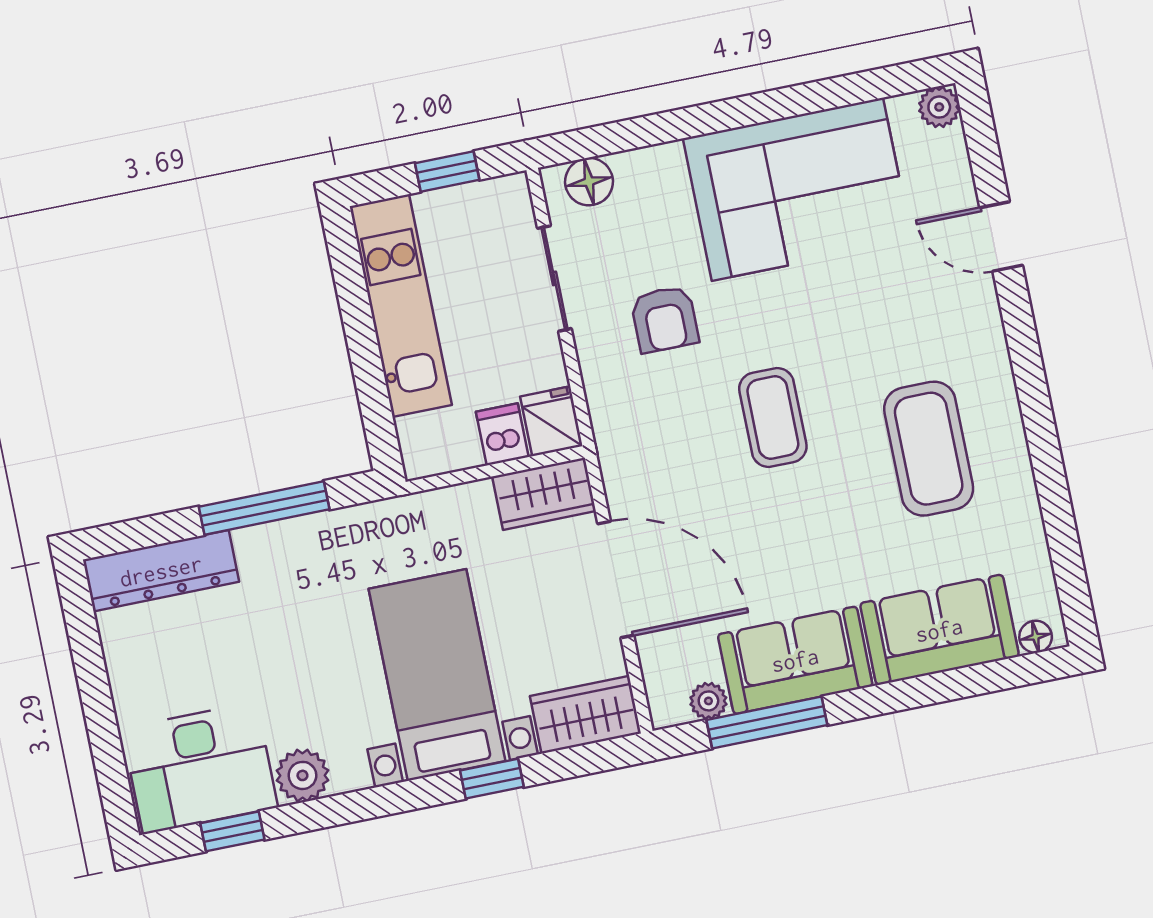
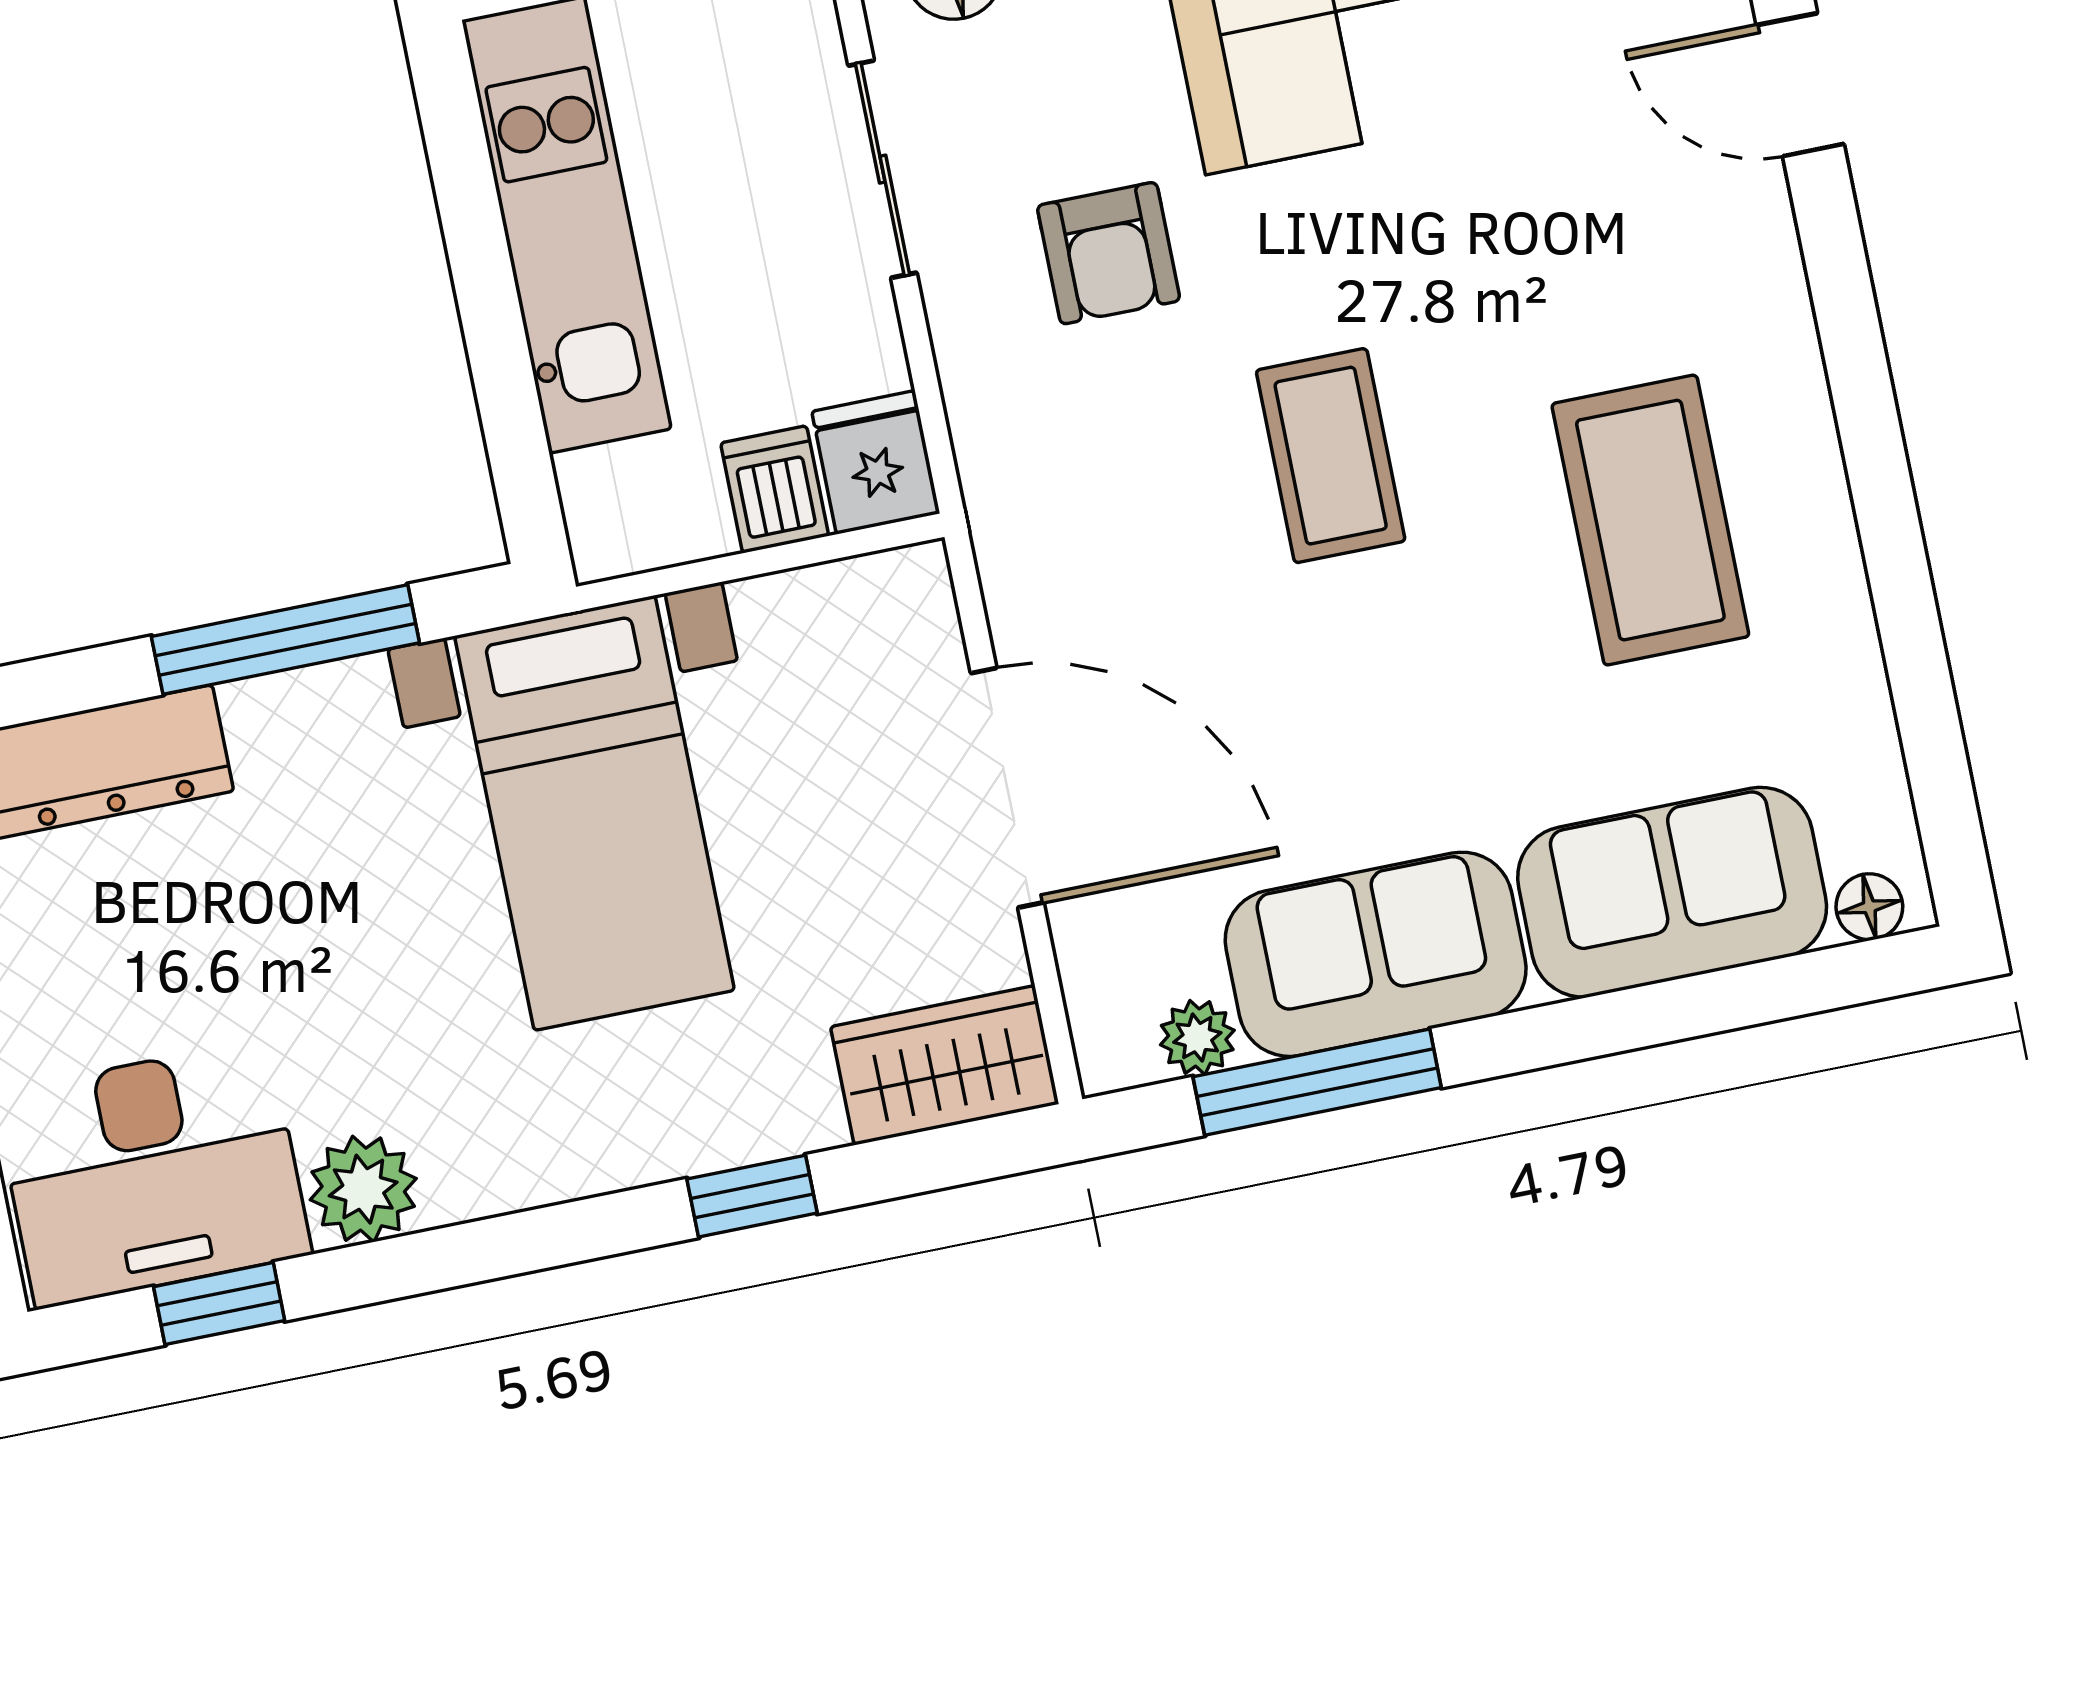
wardrobe: (544, 494) -> (860, 611), removed
bed with nightstands: (437, 675) -> (595, 813), moved, turned 180

